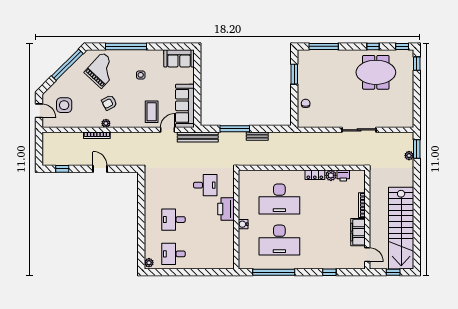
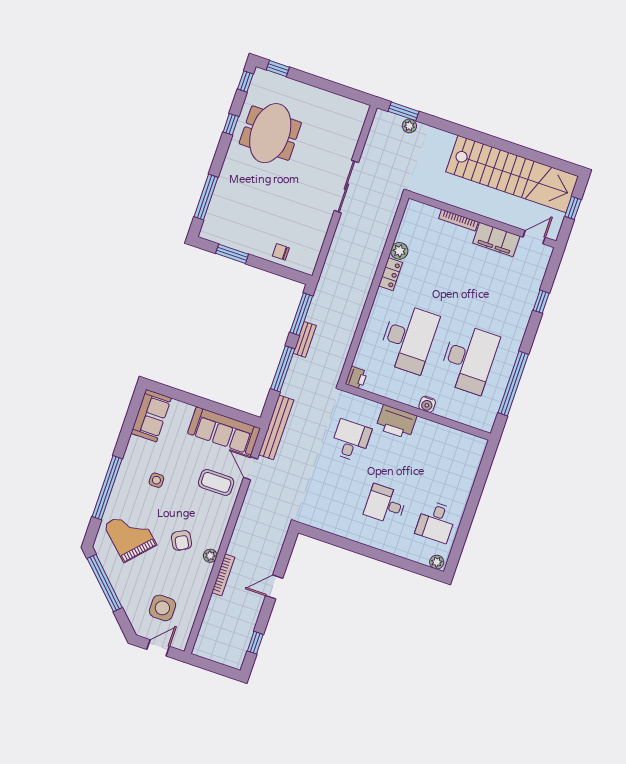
window: (272, 129) -> (301, 314), added
printer: (343, 176) -> (356, 378), moved
desk: (173, 220) -> (385, 504), turned 90

